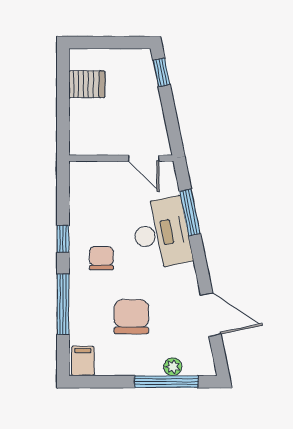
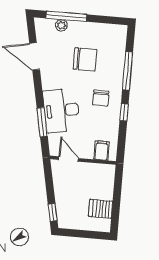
chair: (131, 317) -> (85, 59), turned -90
filing cabinet: (83, 361) -> (102, 151), moved, turned 180

